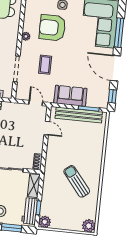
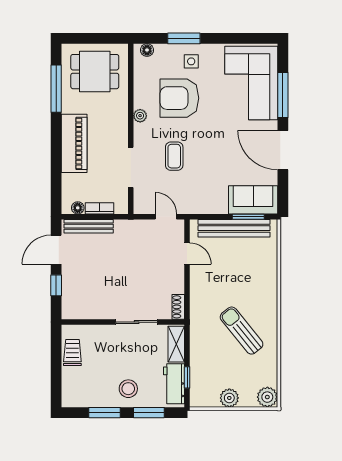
sofa: (70, 96) -> (253, 200), moved
window: (112, 96) -> (283, 194), removed
plant: (45, 222) -> (229, 398), moved

